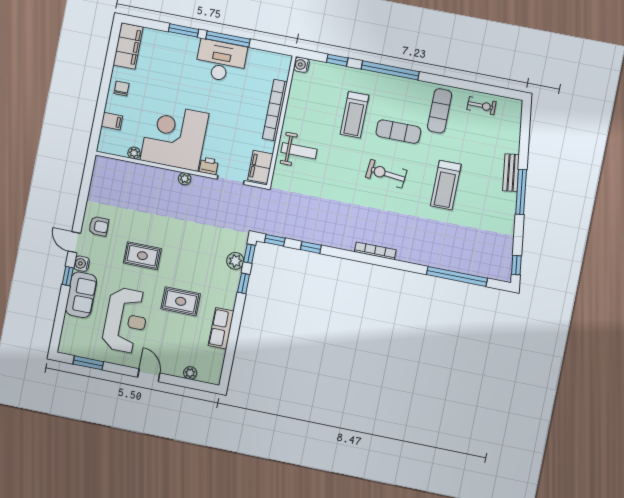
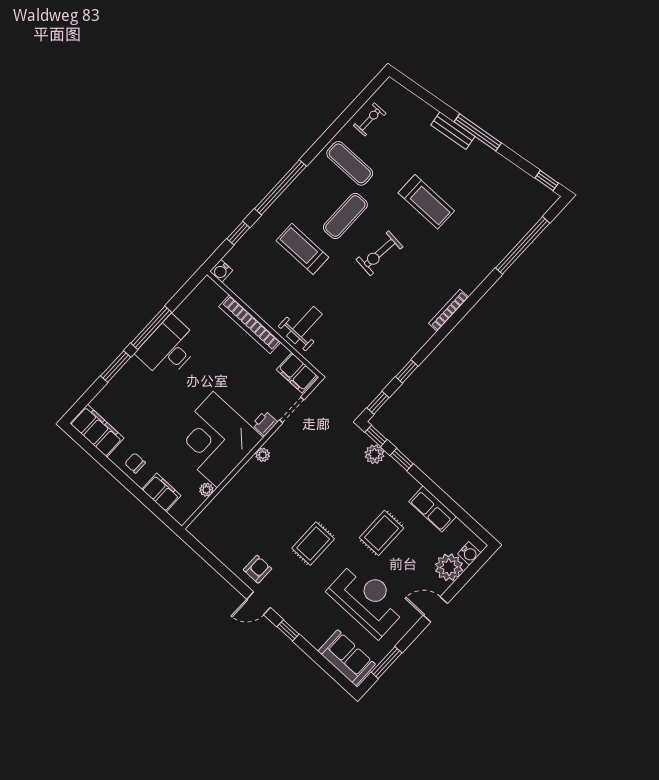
treadmill: (354, 115) -> (302, 249), turned 180
filing cabinet: (112, 121) -> (161, 492), width x2.00
water cooler: (82, 264) -> (469, 553), moved, turned -90
sofa: (81, 295) -> (347, 658), moved
plant: (190, 373) -> (449, 567), width x1.87, depth x1.87

